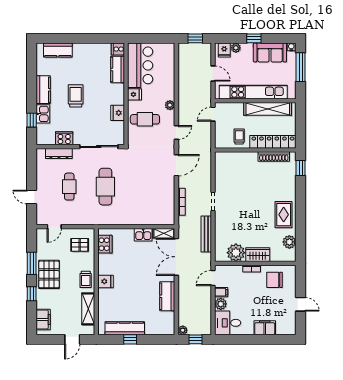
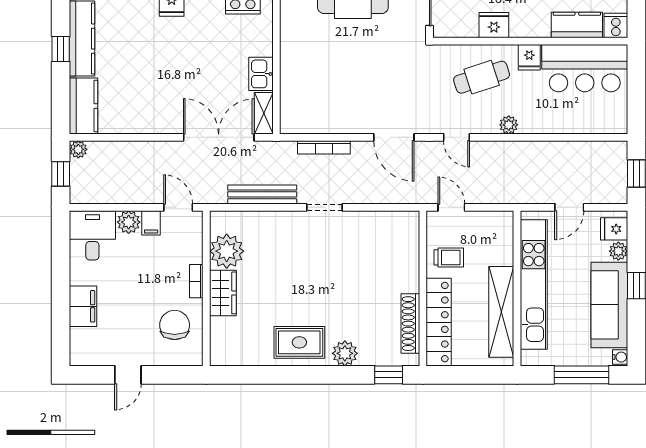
sofa: (270, 53) -> (609, 305), width x1.36
door: (213, 114) -> (451, 207), moved
cafe table: (145, 119) -> (482, 77), turned 72
plant: (289, 242) -> (345, 353), moved
kitchen counter: (167, 296) -> (83, 106), moved, turned 90

